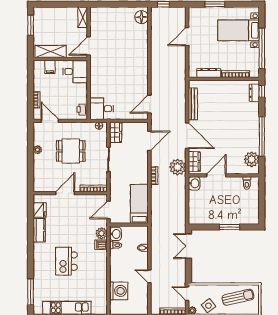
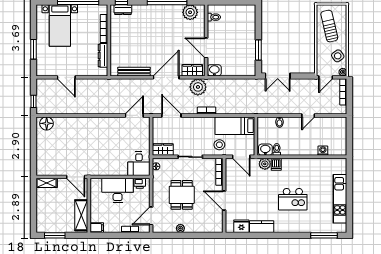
filing cabinet: (50, 67) -> (97, 228), moved
desk: (75, 72) -> (118, 190), moved, width x1.37
door: (149, 104) -> (134, 115), swing flipped
stool: (120, 188) -> (219, 145), added
window: (230, 227) -> (258, 50), moved
washing machine: (119, 291) -> (323, 151), width x0.53, depth x0.53

